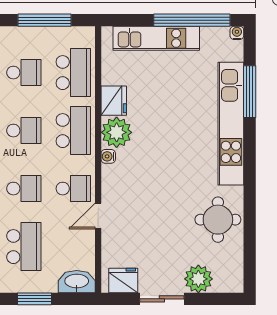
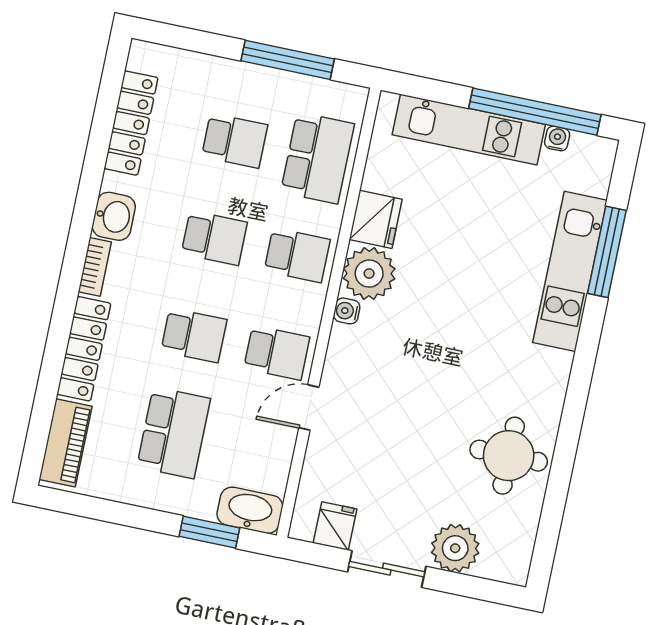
water cooler: (237, 33) -> (557, 138), moved
kitchen unit: (231, 124) -> (570, 271), width x0.73
school desk: (73, 131) -> (297, 255), width x0.54
fridge: (123, 281) -> (335, 526), width x0.72
window: (34, 299) -> (209, 532), moved

